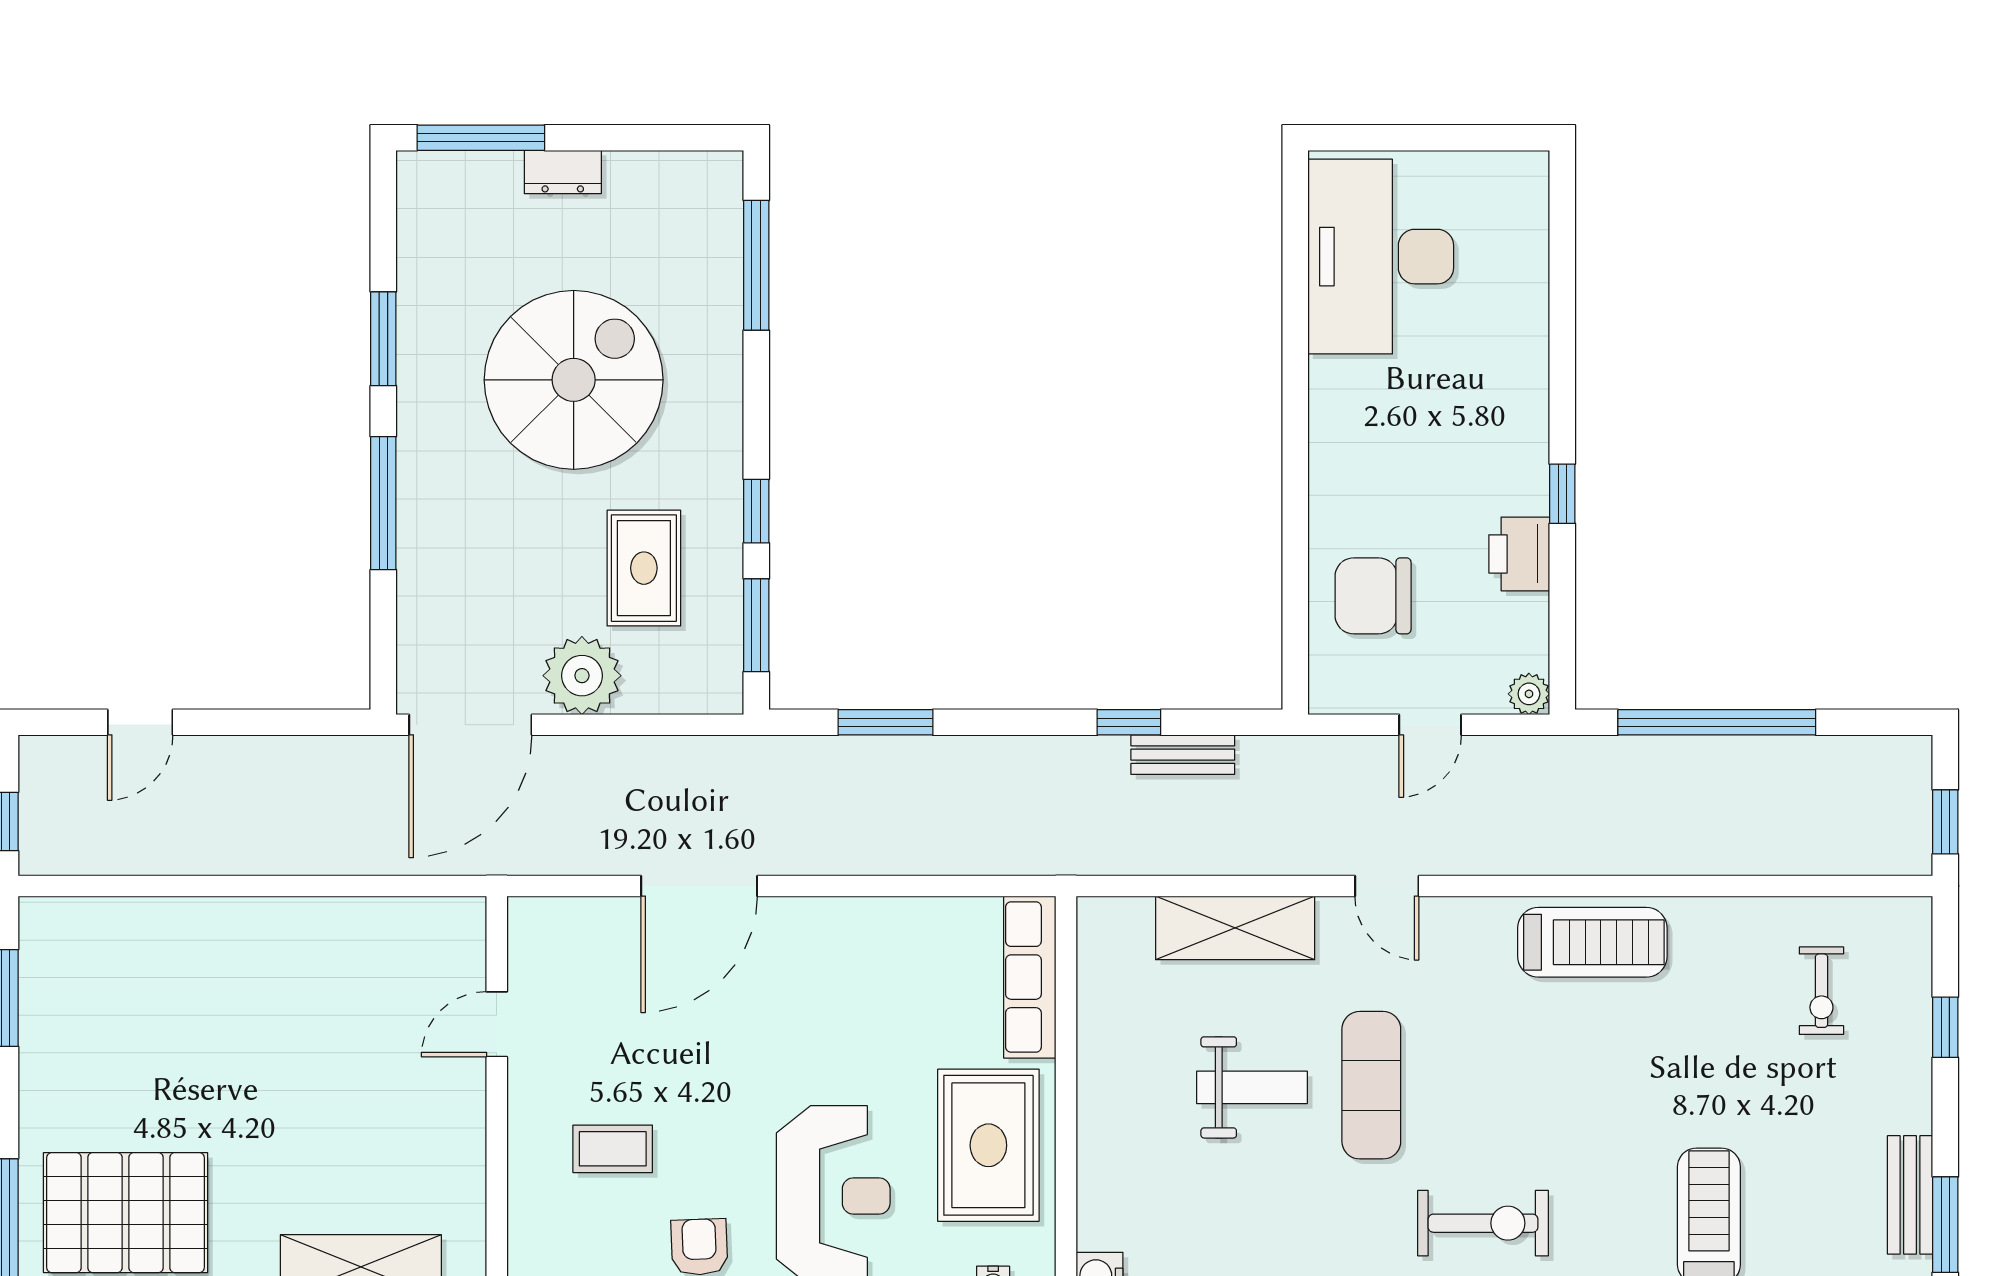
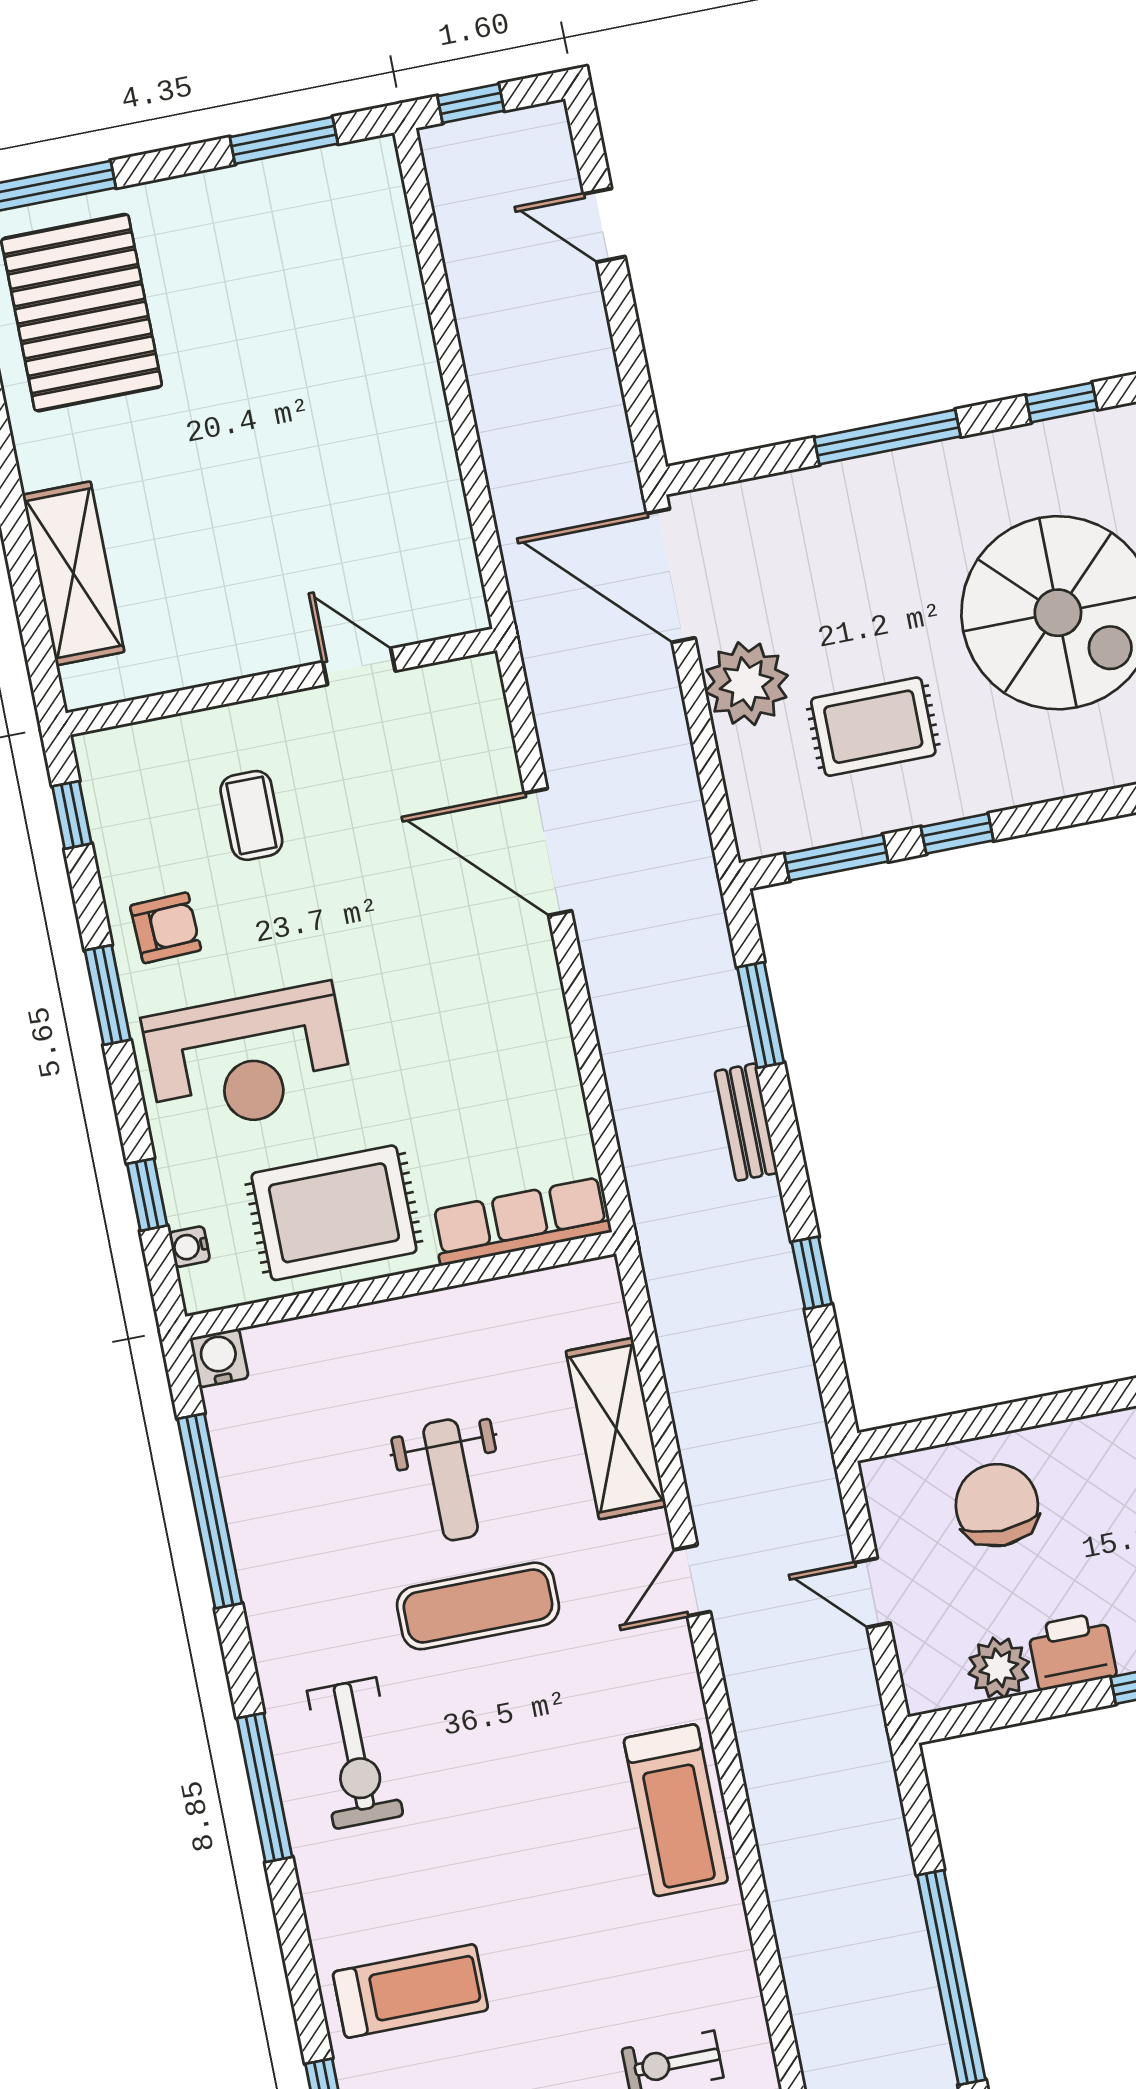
window: (383, 339) -> (1062, 402), width x0.67
plant: (1529, 694) -> (999, 1668), moved, width x1.38, depth x1.38
window: (1717, 722) -> (951, 1977), moved
bench: (1183, 755) -> (746, 1122), moved

